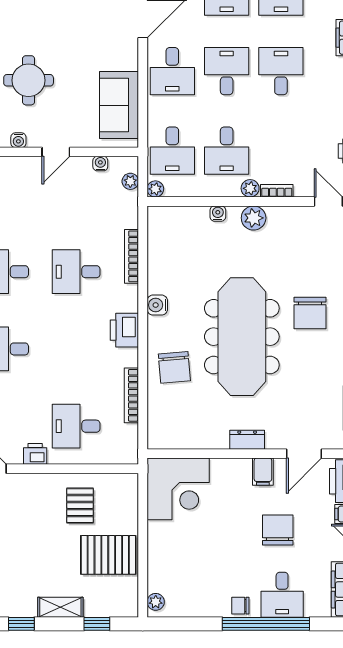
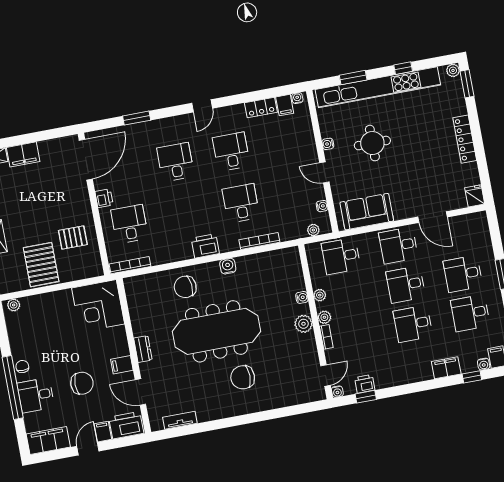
desk: (227, 71) -> (406, 285), turned 180
desk: (281, 71) -> (413, 324), turned 180
desk: (227, 151) -> (348, 295), removed
plant: (155, 189) -> (320, 295), moved
bookcase: (131, 395) -> (130, 265), moved

